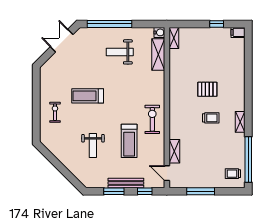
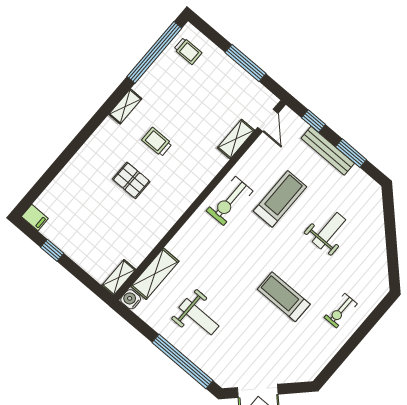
treadmill: (88, 96) -> (284, 297), turned 180

